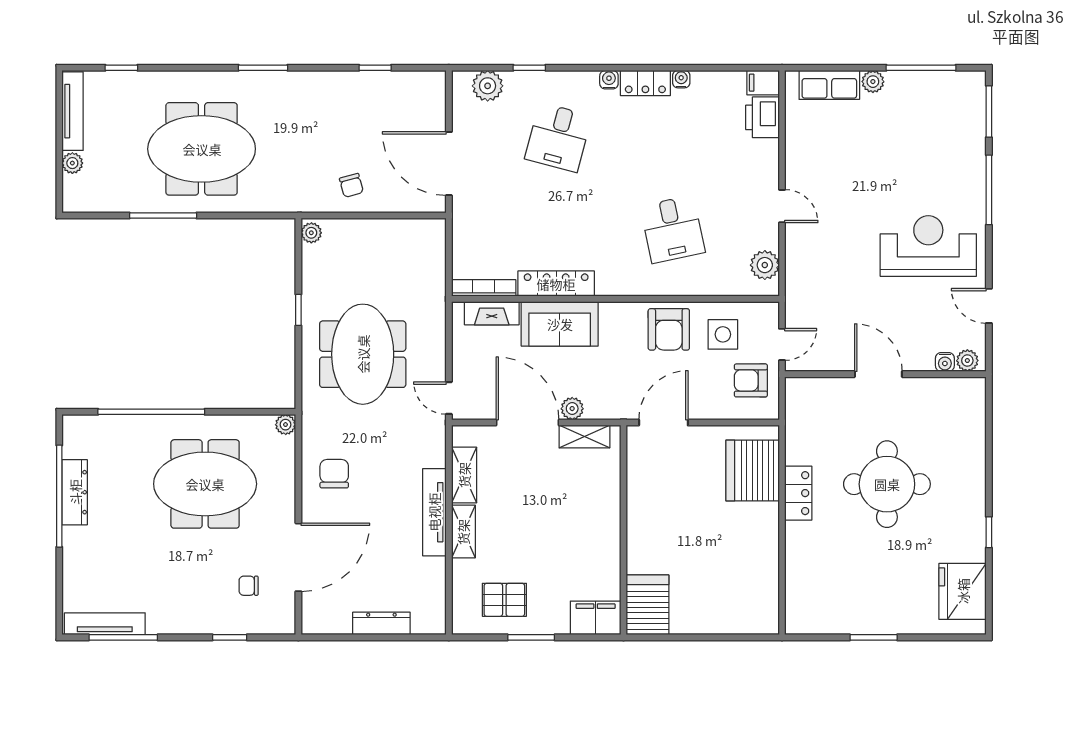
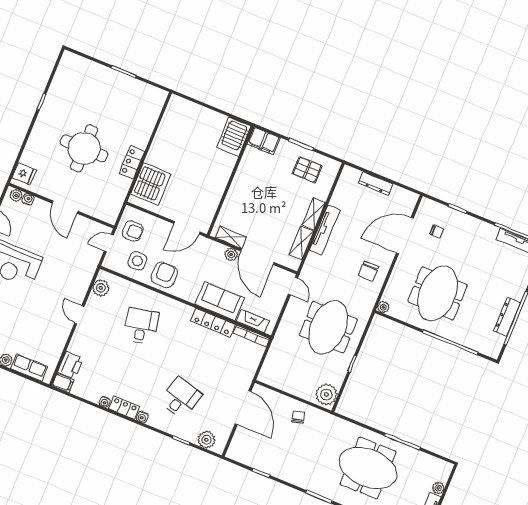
plant: (311, 233) -> (326, 394), width x1.88, depth x1.88
meeting table: (205, 484) -> (438, 293), turned 90
fridge: (963, 591) -> (24, 174), moved, width x0.53, depth x0.75

